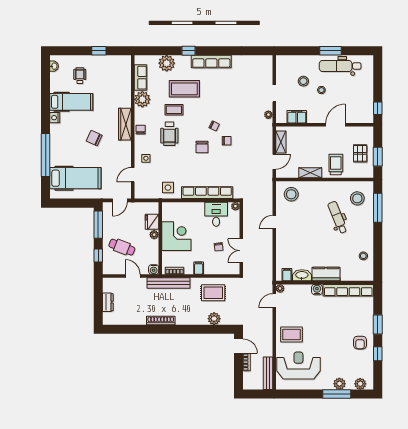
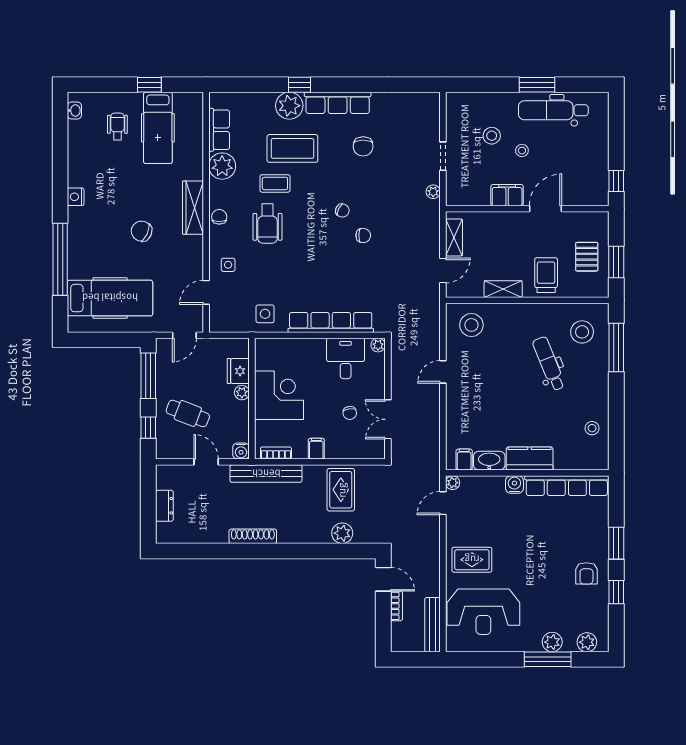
plant: (167, 63) -> (289, 106), moved
hospital bed: (71, 102) -> (158, 128), moved, turned 90
filing cabinet: (297, 117) -> (507, 195), moved
chair: (202, 147) -> (363, 146), moved
rug: (213, 293) -> (341, 490), turned 90
reception desk: (298, 366) -> (483, 612), turned 180

